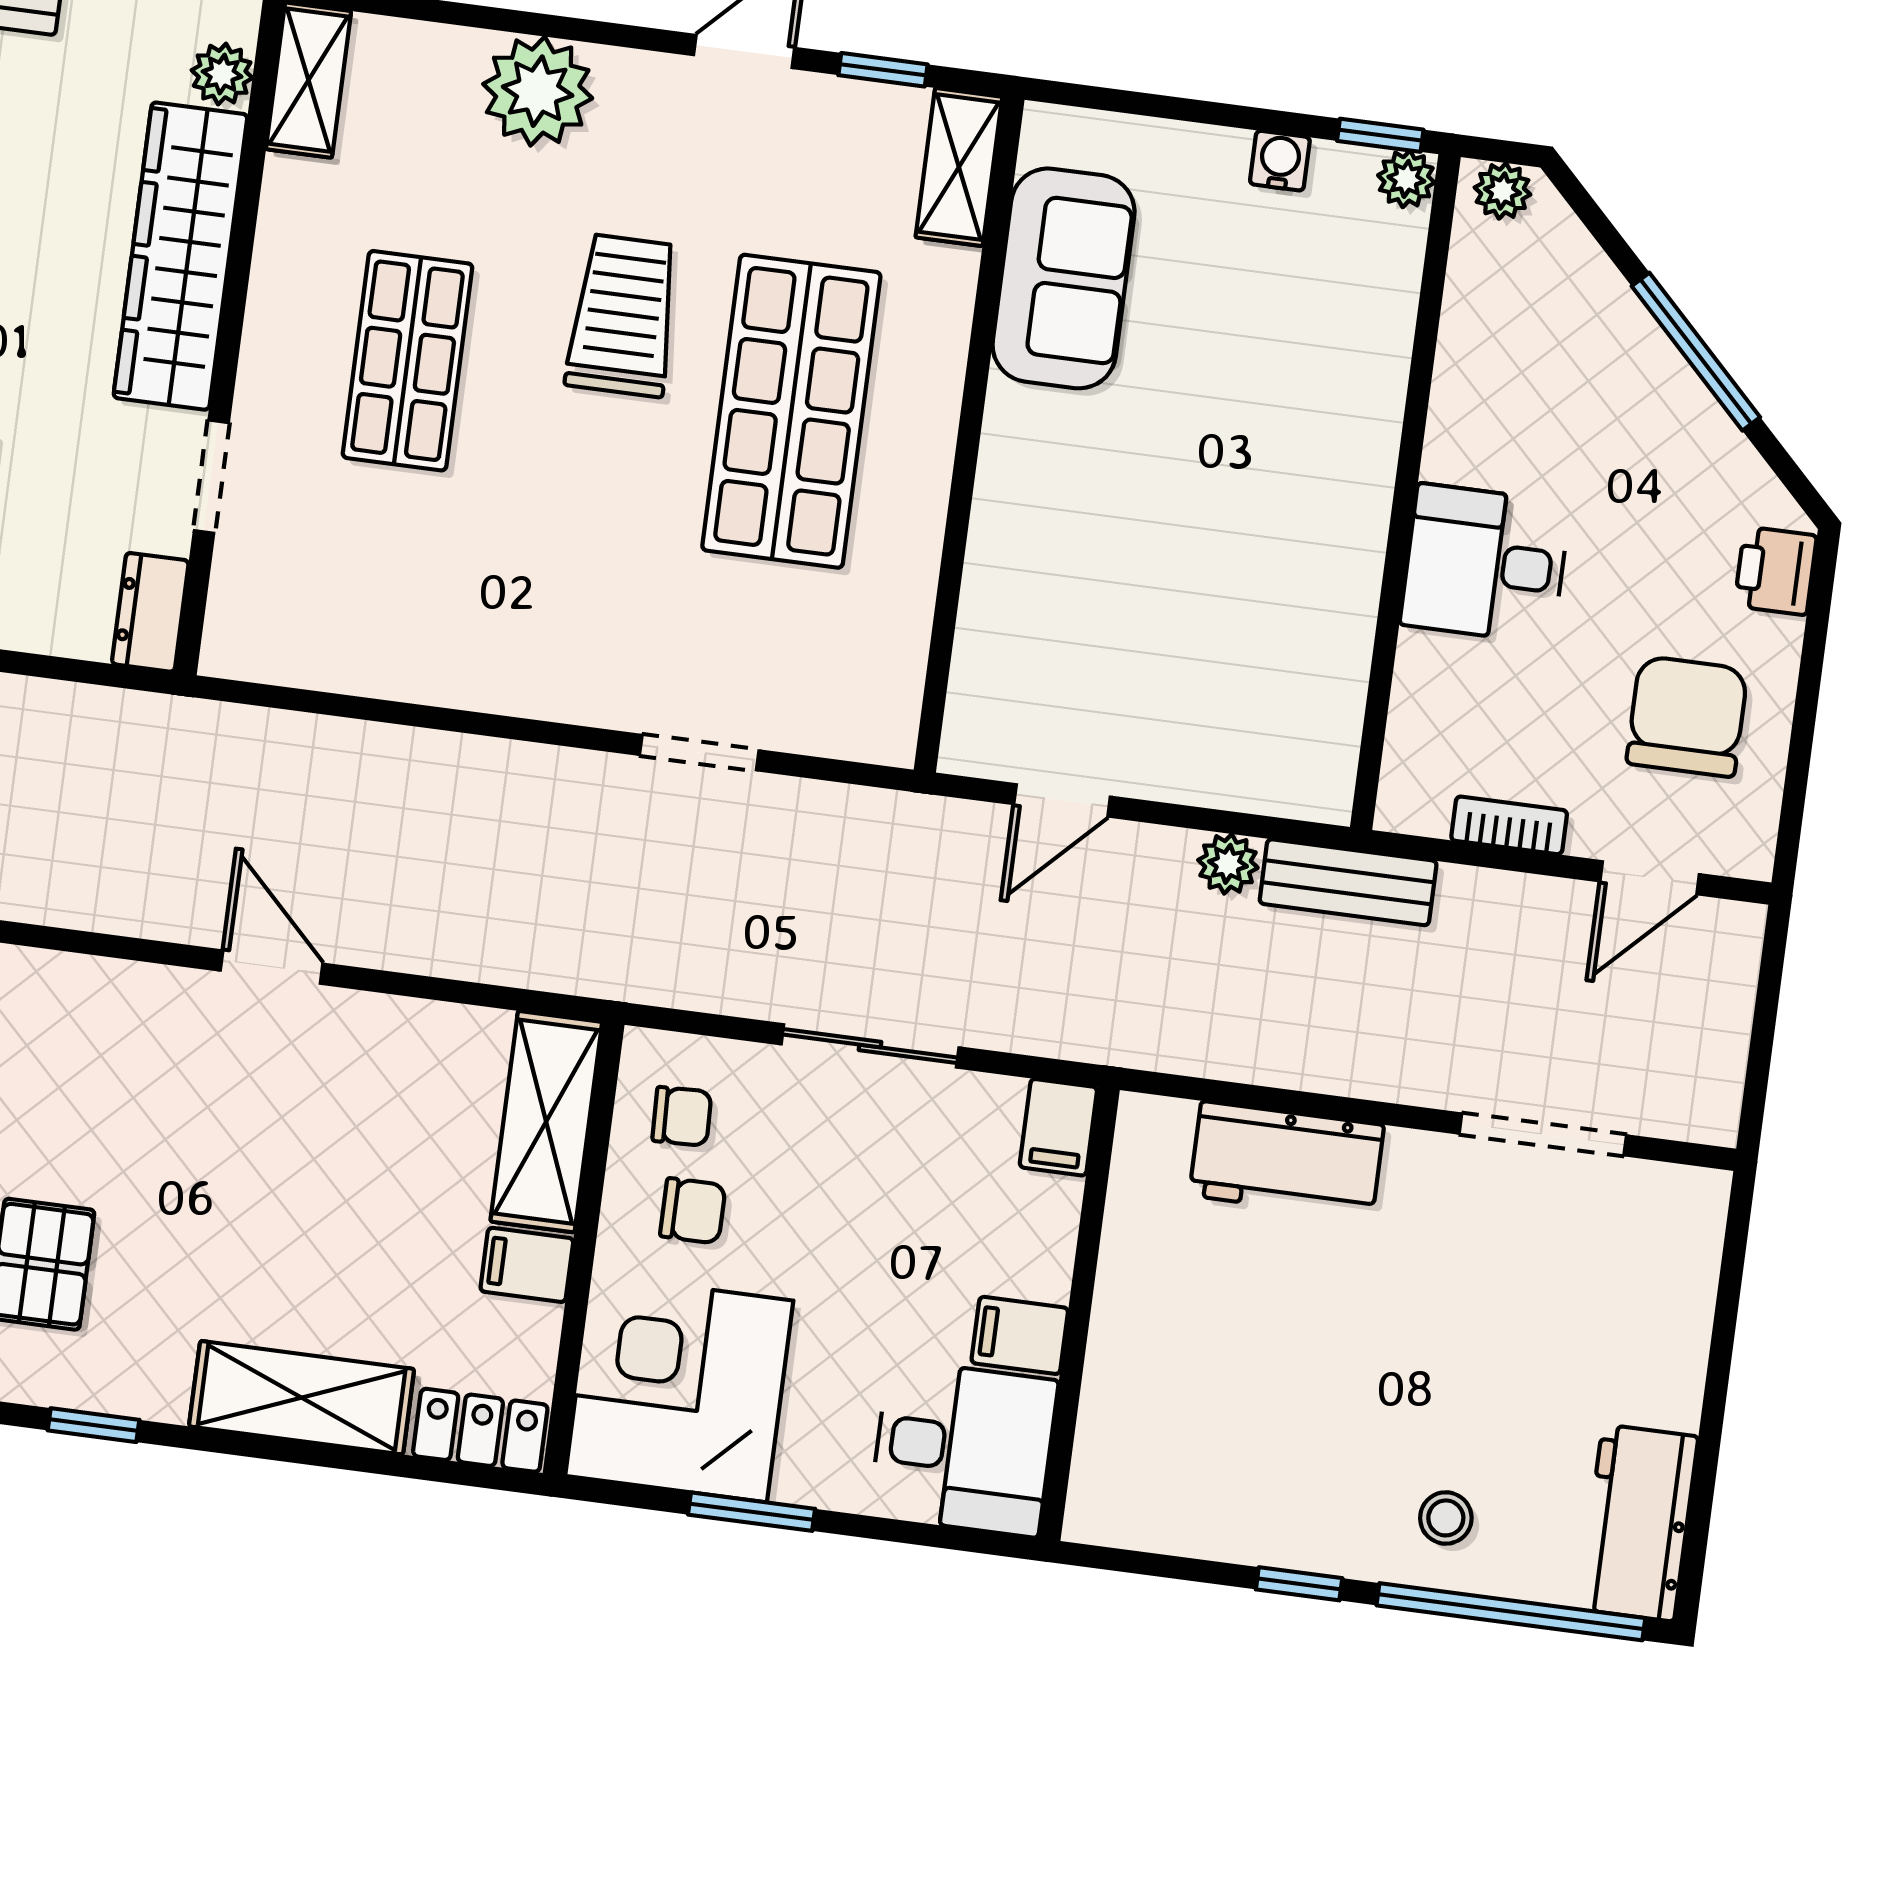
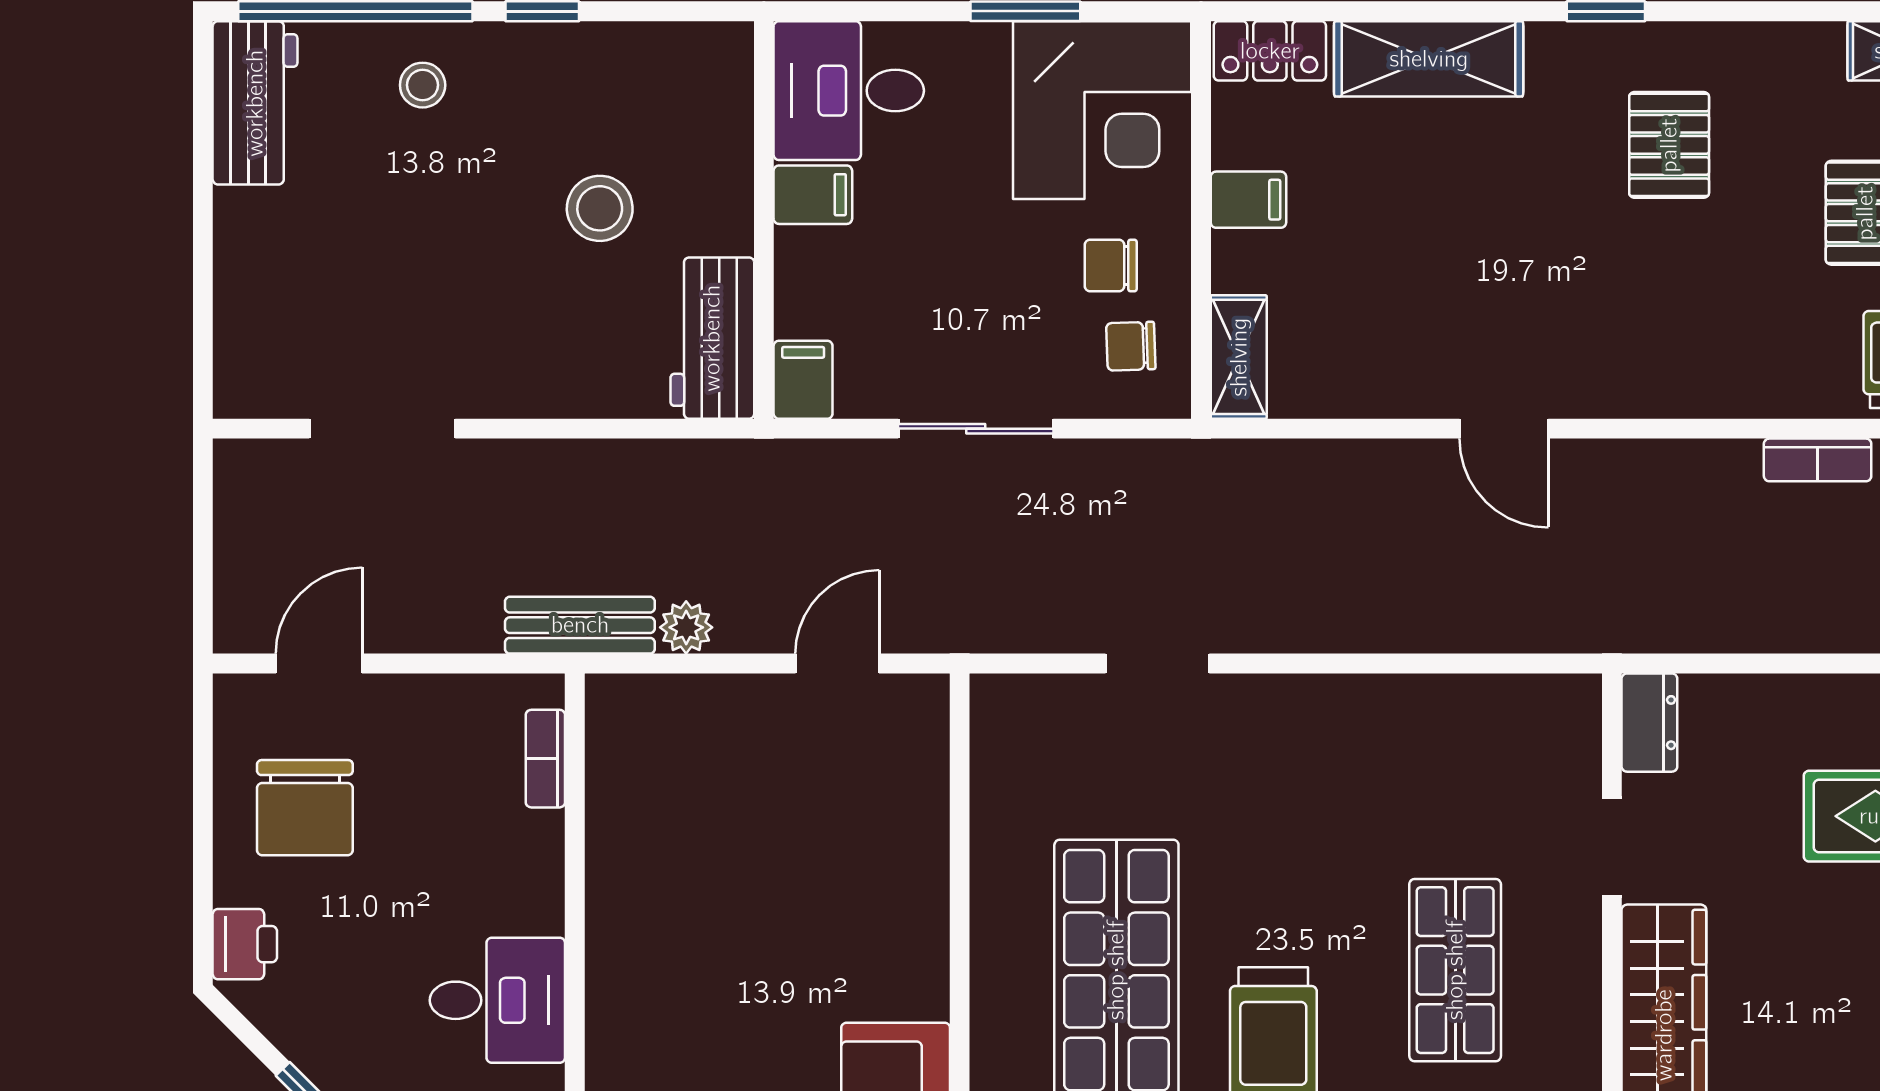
desk: (1485, 564) -> (497, 1000), moved
bookcase: (1509, 825) -> (545, 759), moved, turned 90
shelving: (546, 1122) -> (1239, 357), width x0.67, depth x0.75
workbench: (1287, 1160) -> (712, 338), moved, turned -90
stool: (1263, 1352) -> (600, 208), added

